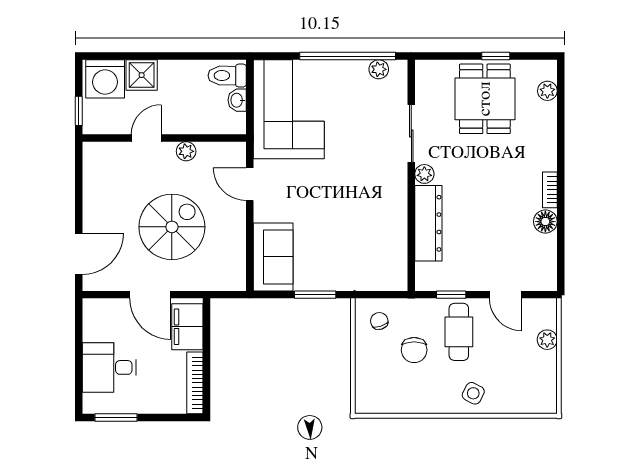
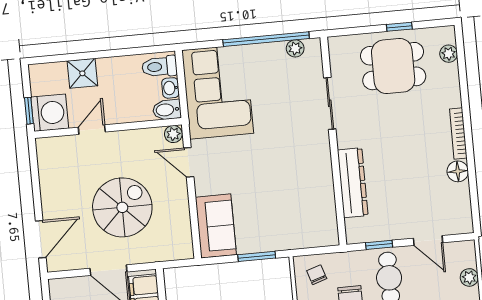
washing machine: (105, 79) -> (50, 113), moved, turned -90
dining table: (485, 99) -> (393, 66), turned 90
bidet: (231, 124) -> (167, 110), added
plant: (186, 151) -> (173, 134), moved
plant: (424, 174) -> (345, 139), removed
bookcase: (550, 190) -> (458, 133), width x1.56

